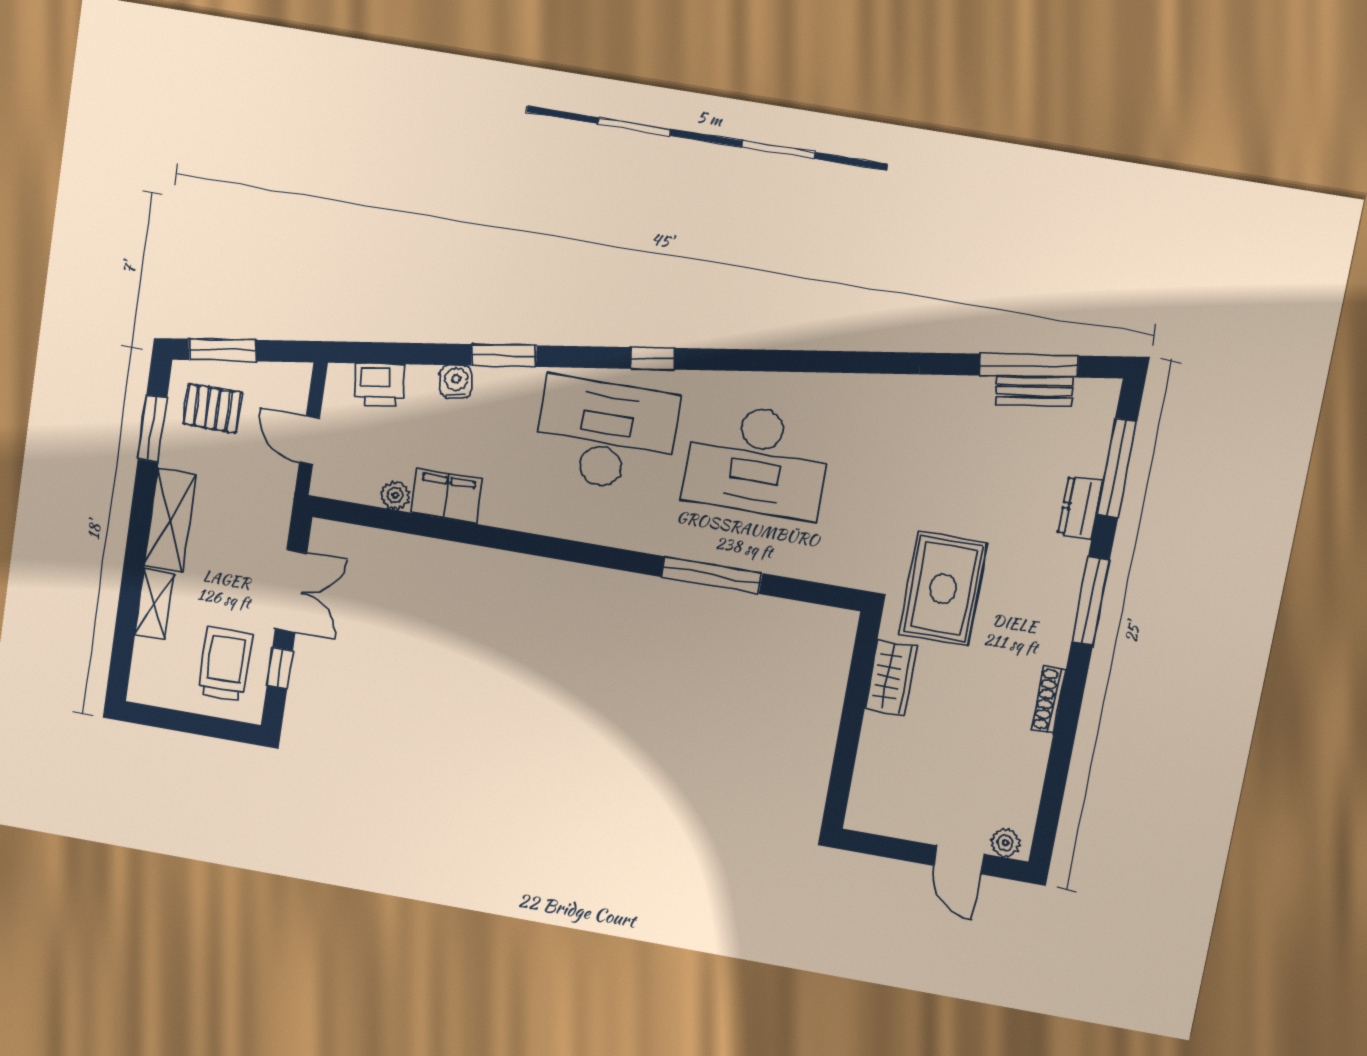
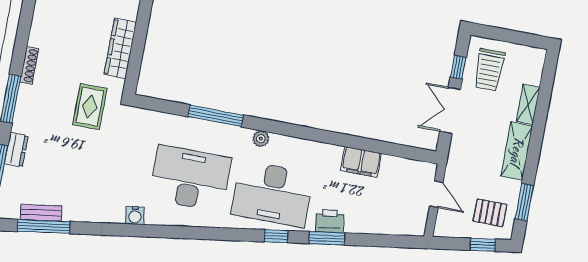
window: (222, 350) -> (483, 245), width x0.67
window: (653, 358) -> (276, 236), moved
water cooler: (456, 382) -> (135, 215), moved
printer: (380, 385) -> (330, 221), moved
plant: (395, 495) -> (261, 139), moved
rug: (943, 589) -> (90, 107), width x0.73, depth x0.70
wardrobe: (891, 677) -> (120, 48), width x1.50
shoe rack: (1048, 700) -> (29, 65), moved

